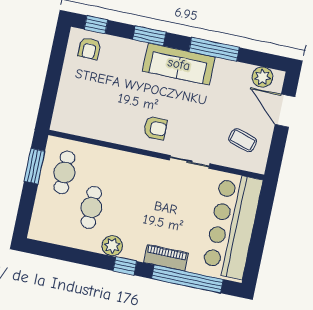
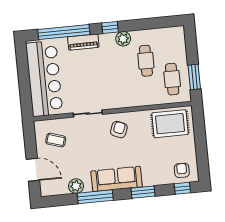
plant: (262, 77) -> (76, 186), moved
rug: (86, 115) -> (170, 124), added
armchair: (155, 128) -> (119, 130), turned 112

